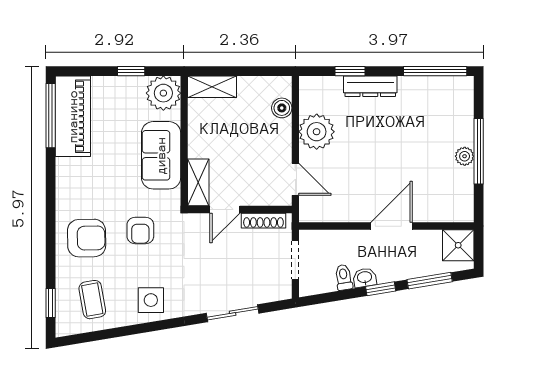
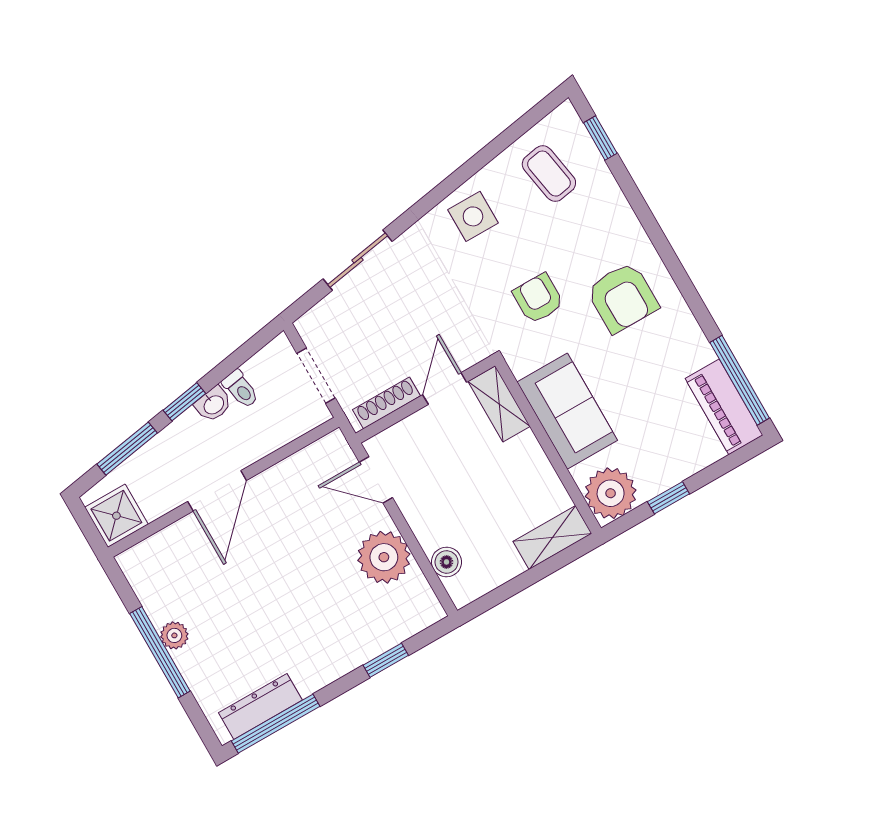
dresser: (370, 86) -> (260, 706), moved
piano: (73, 116) -> (724, 407), width x0.73, depth x0.75
armchair: (87, 238) -> (622, 297), moved, turned -89

